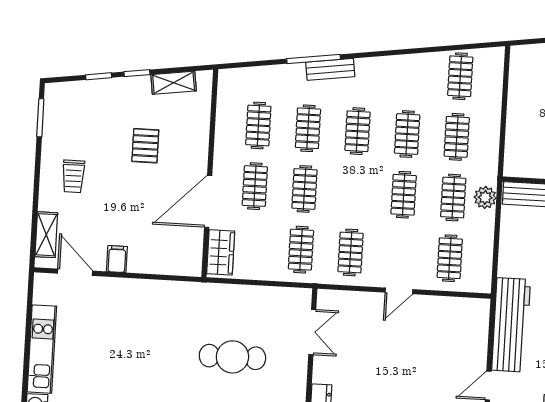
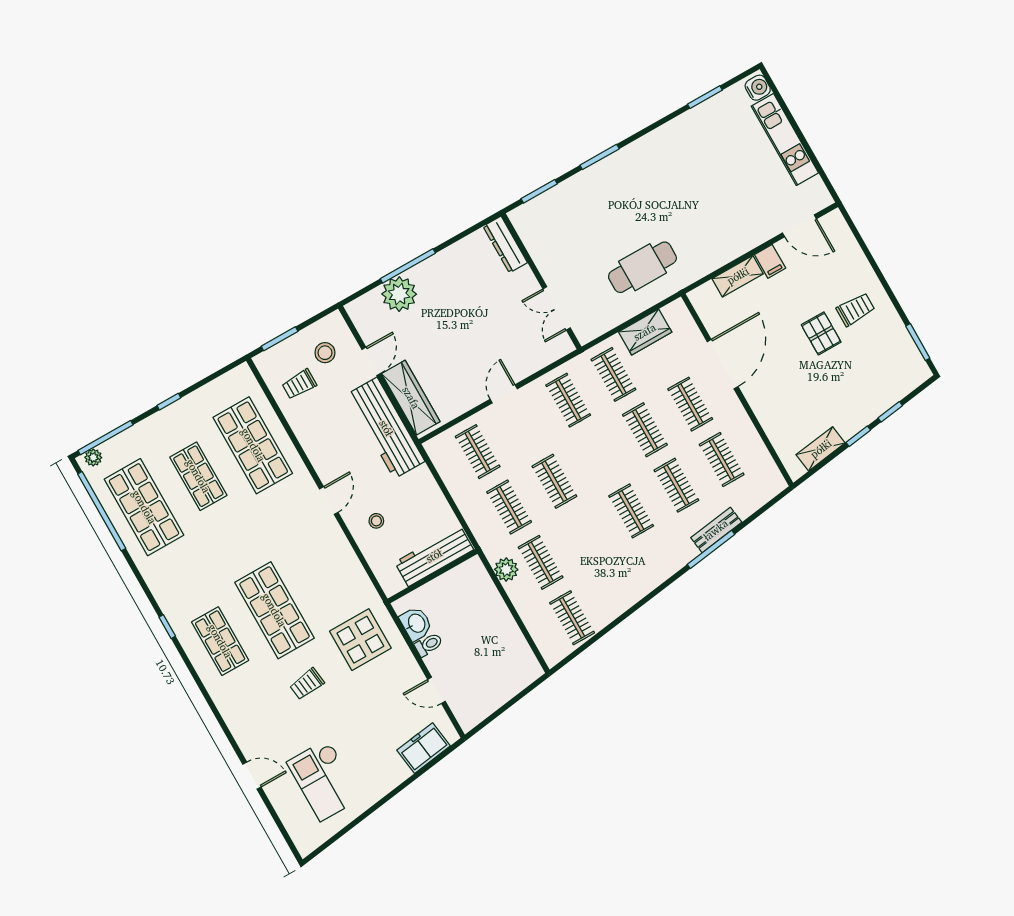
bench: (330, 69) -> (716, 530), moved
clothes rail: (407, 134) -> (586, 537), removed
pallet: (145, 146) -> (821, 333), moved
trolley: (73, 176) -> (856, 309), turned 90
plant: (485, 197) -> (506, 569), moved
shelving: (46, 235) -> (738, 276), moved, turned 90
wardrobe: (221, 252) -> (645, 332), moved, turned -90
wardrobe: (475, 336) -> (411, 398), added
cafe table: (232, 357) -> (642, 267), moved

